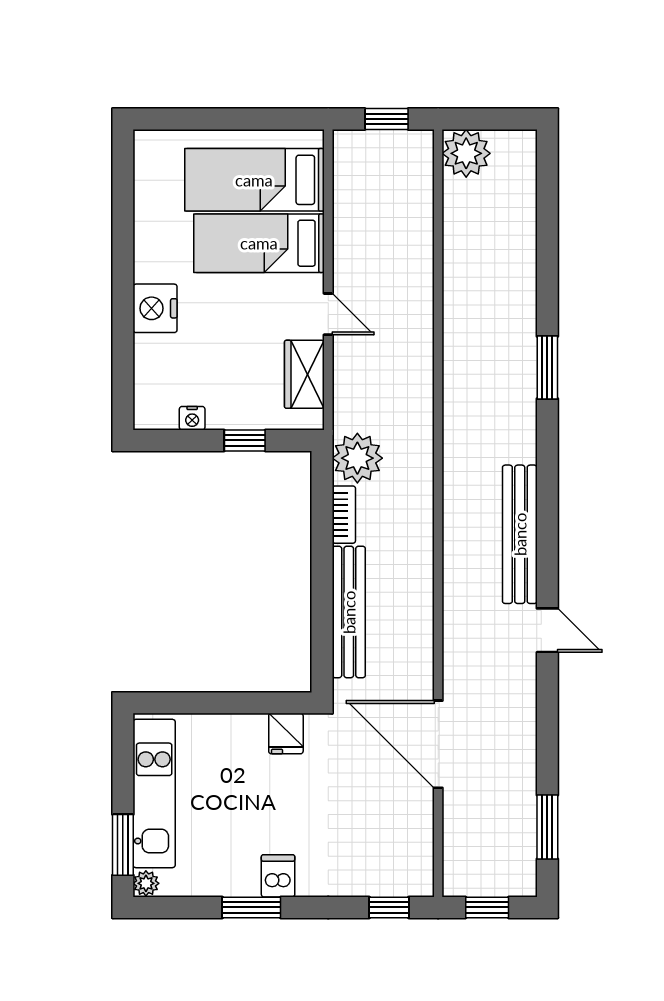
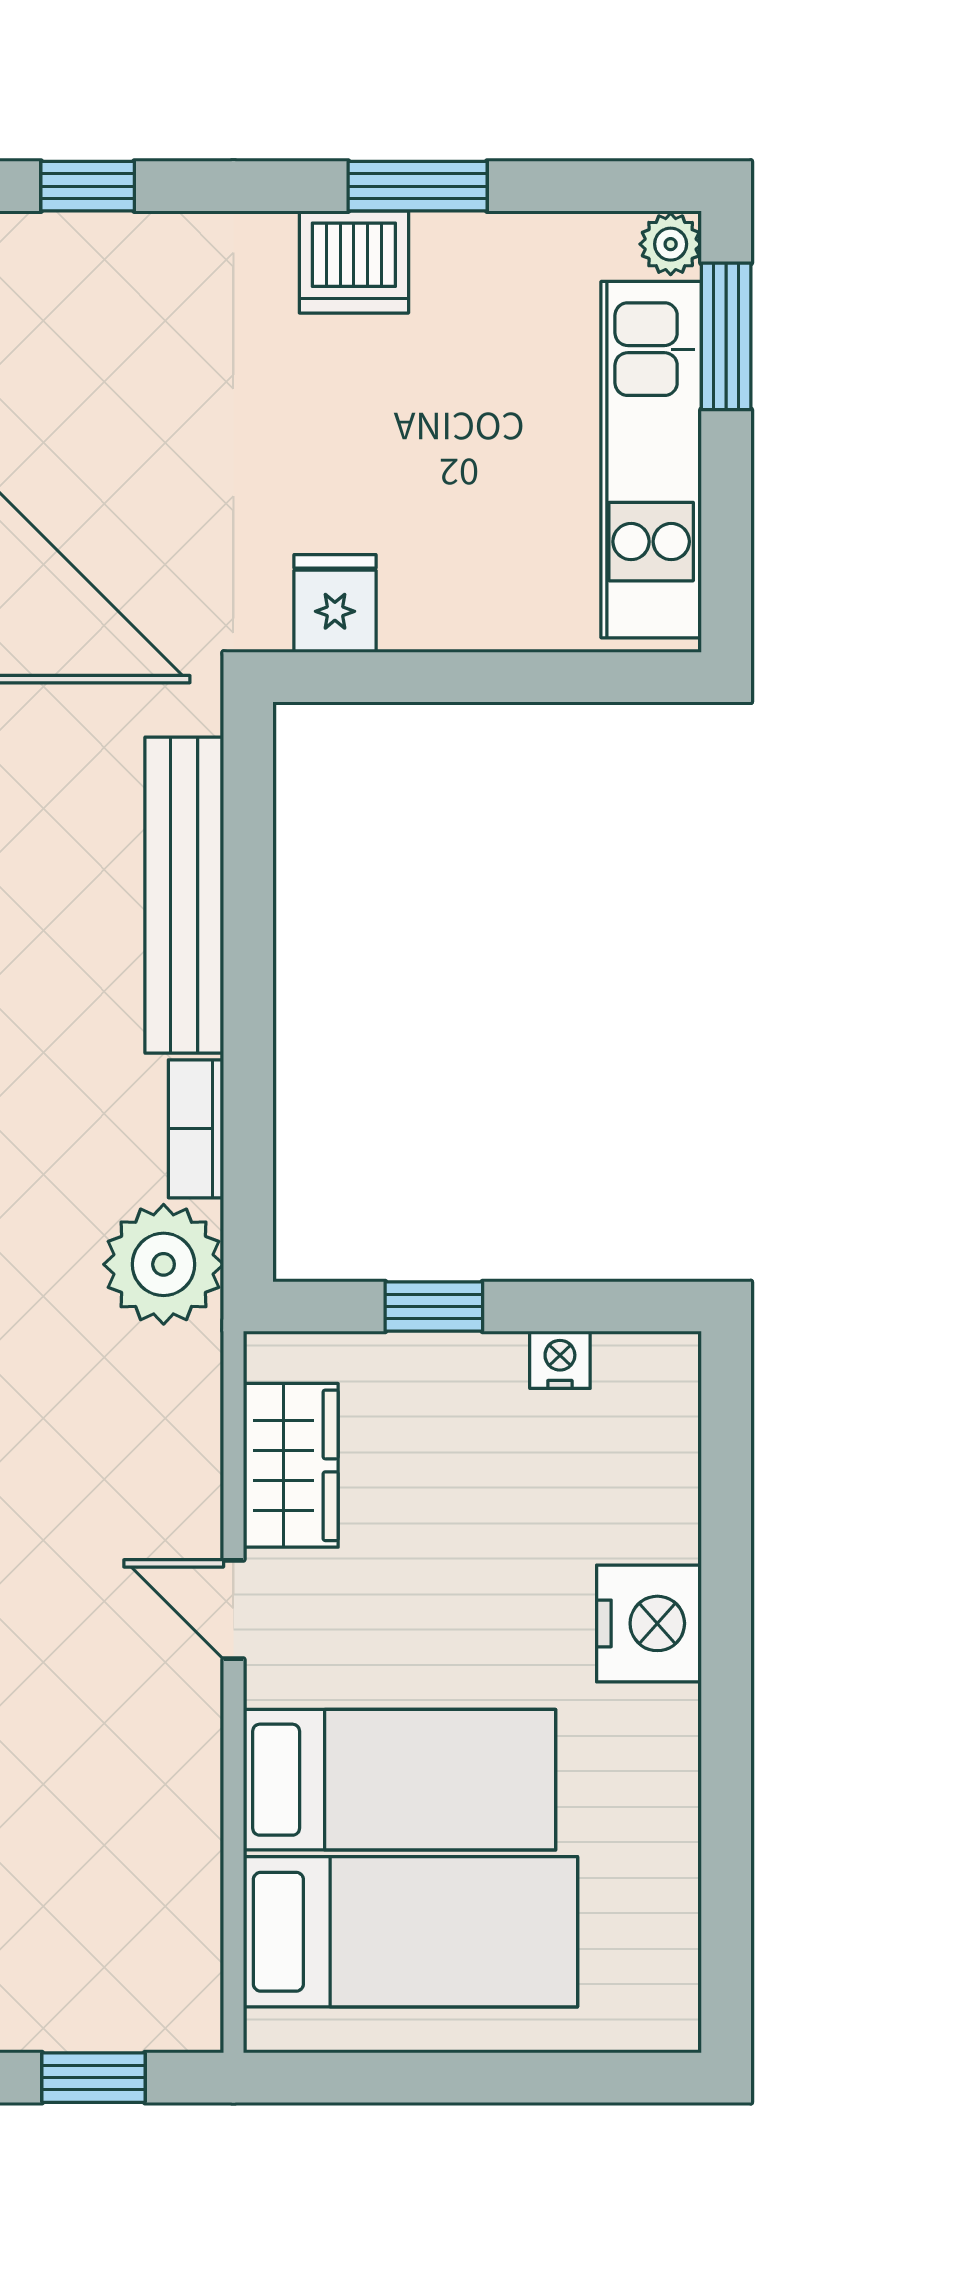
dishwasher: (278, 876) -> (354, 262), width x1.38

